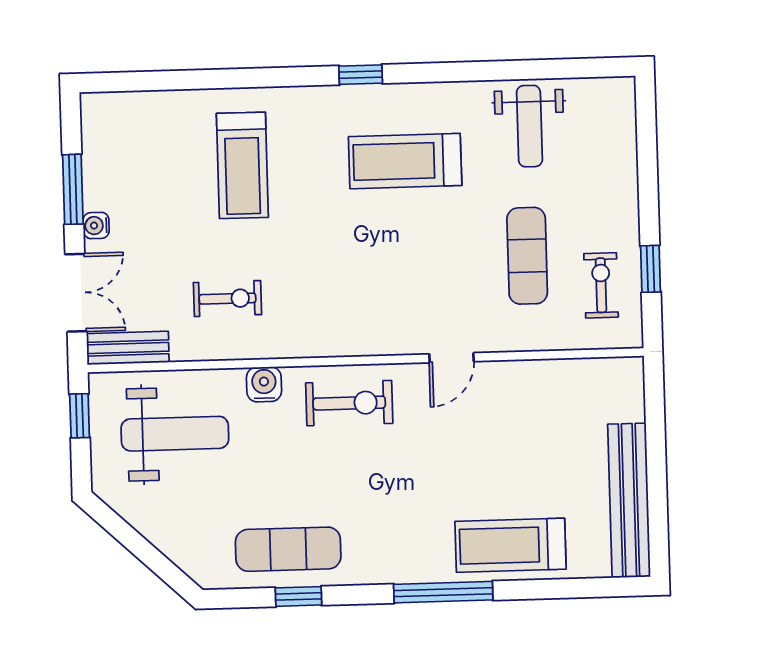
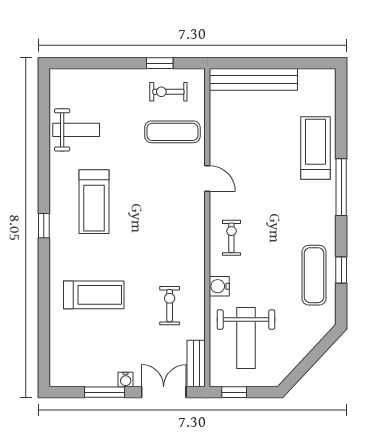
exercise mat: (527, 256) -> (172, 132), moved
exercise bike: (349, 403) -> (231, 238), width x0.73, depth x0.72
weight bench: (175, 434) -> (246, 338), turned 180
bench: (629, 500) -> (253, 79), moved
treadmill: (510, 545) -> (316, 148), turned 180

